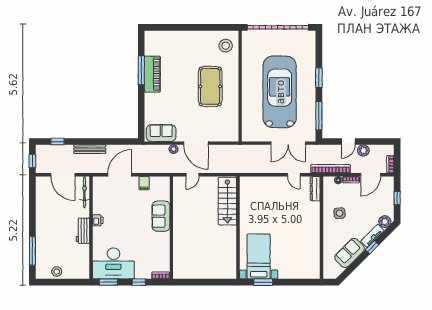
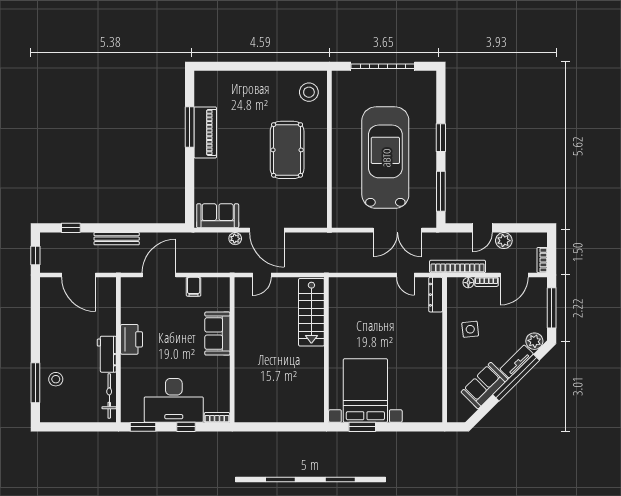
garage door: (278, 27) -> (383, 66), width x0.73
bicycle: (84, 192) -> (109, 396), moved
window: (397, 198) -> (552, 308), width x2.17
printer: (98, 220) -> (132, 339), width x1.87, depth x1.48
window: (372, 247) -> (516, 378), width x3.17
bed with nightstands: (259, 256) -> (365, 391), width x1.36
desk: (113, 263) -> (174, 400), moved
stool: (57, 272) -> (56, 379), moved

